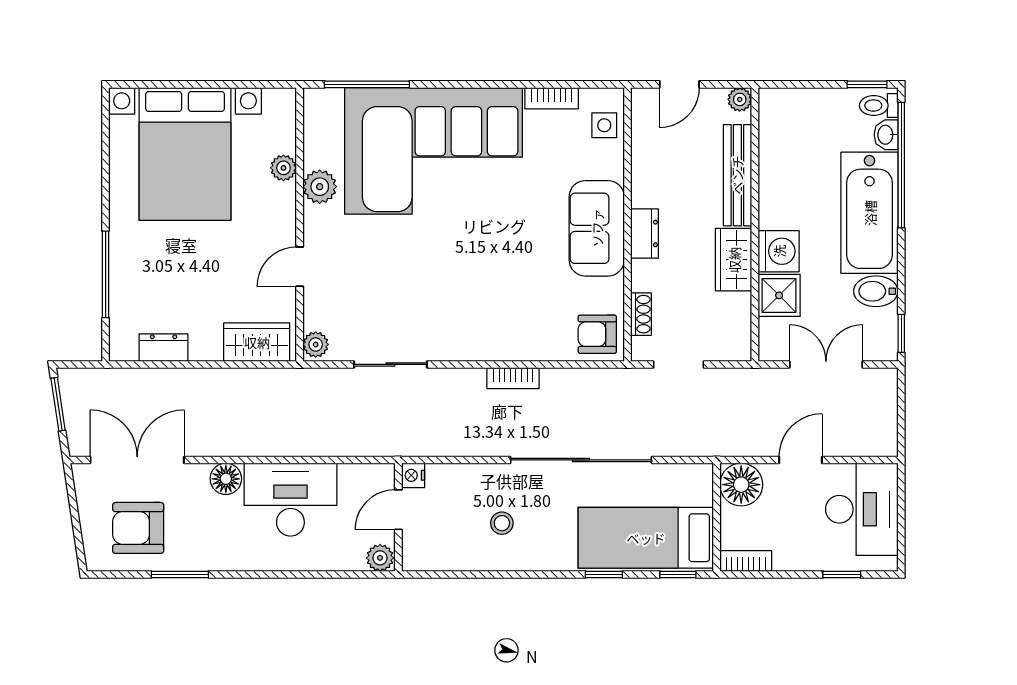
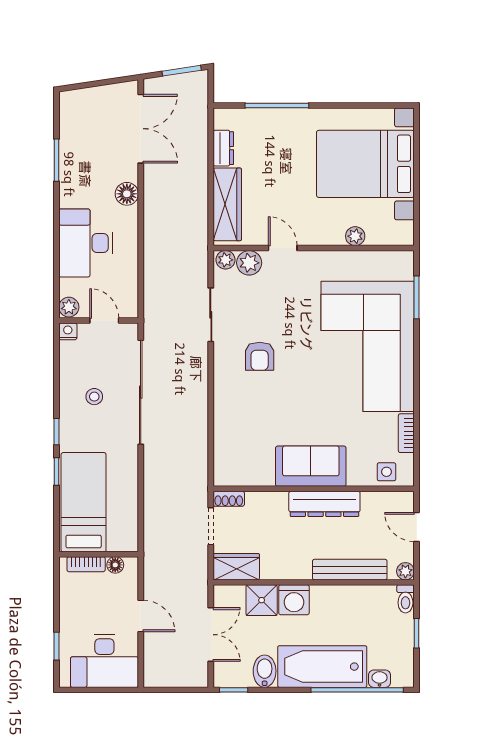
window: (367, 84) -> (417, 297), width x0.69
window: (867, 84) -> (417, 633), moved
toilet: (879, 105) -> (405, 599), moved, turned 180
plant: (320, 187) -> (249, 263), moved
dresser: (645, 233) -> (324, 504), width x1.96, depth x1.24
wardrobe: (734, 260) -> (236, 567), moved
shoe rack: (641, 314) -> (229, 499), moved
armchair: (597, 334) -> (260, 356), moved, turned 180
wardrobe: (257, 342) -> (227, 204), width x1.50
bookcase: (513, 378) -> (201, 405), removed
sliding door: (581, 460) -> (141, 392), moved
nightstand: (413, 475) -> (68, 331), moved
floor lamp: (741, 485) -> (115, 565), width x0.53, depth x0.53
desk: (290, 500) -> (86, 243), moved, turned 180
armchair: (138, 528) -> (91, 129), removed
bookcase: (746, 561) -> (86, 564), moved, turned 90
window: (678, 575) -> (57, 432), moved

